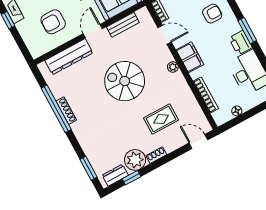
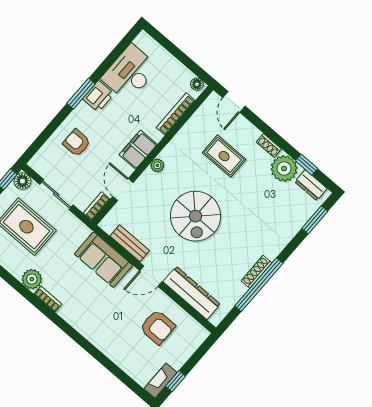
floor lamp: (237, 111) -> (197, 84), moved

